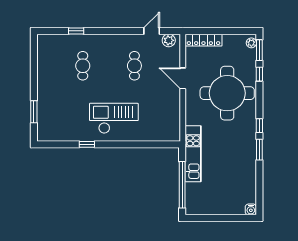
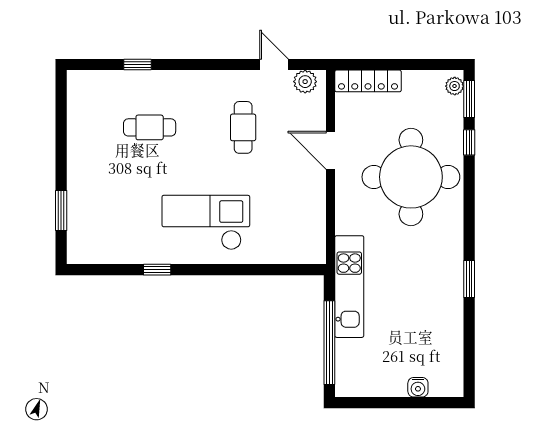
door: (152, 31) -> (274, 65), hinge flipped
cafe table: (83, 66) -> (150, 127), turned 90
window: (259, 126) -> (469, 236), removed
water cooler: (251, 209) -> (418, 387), moved

